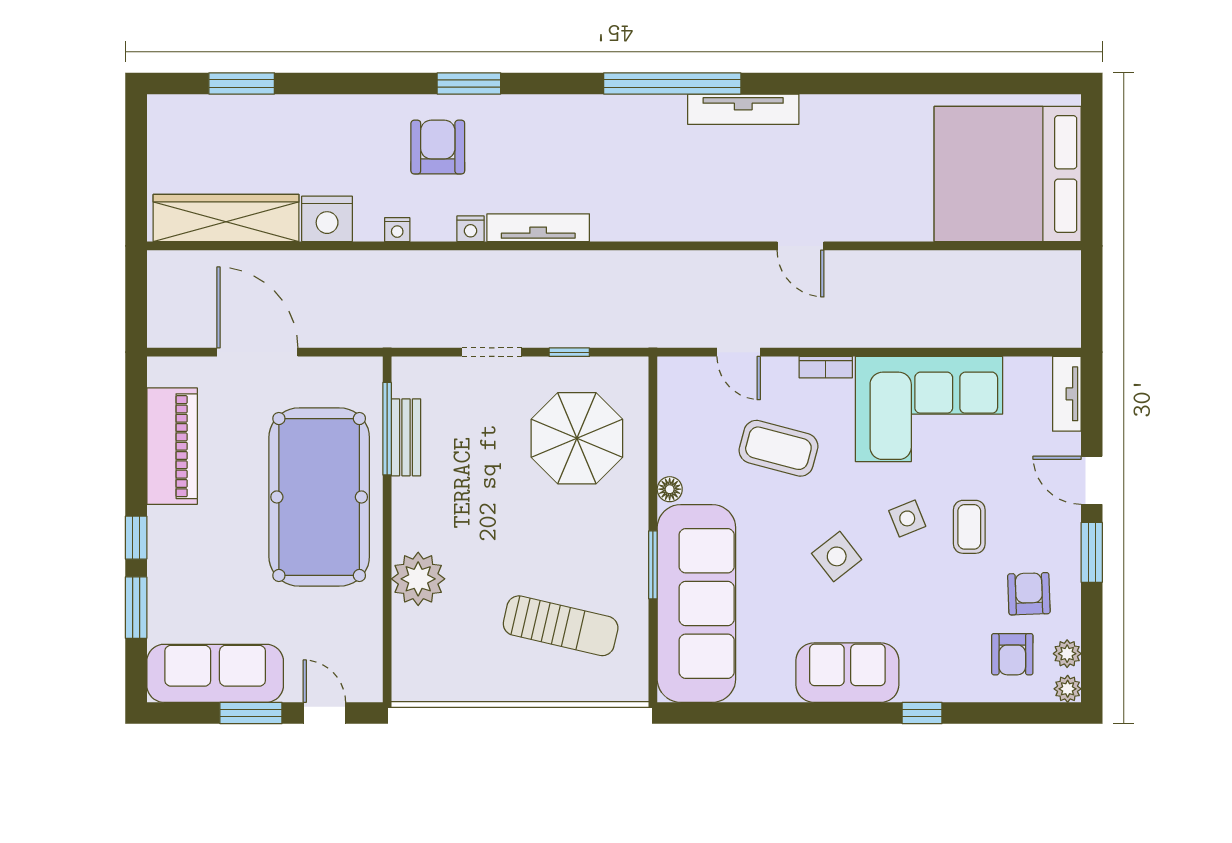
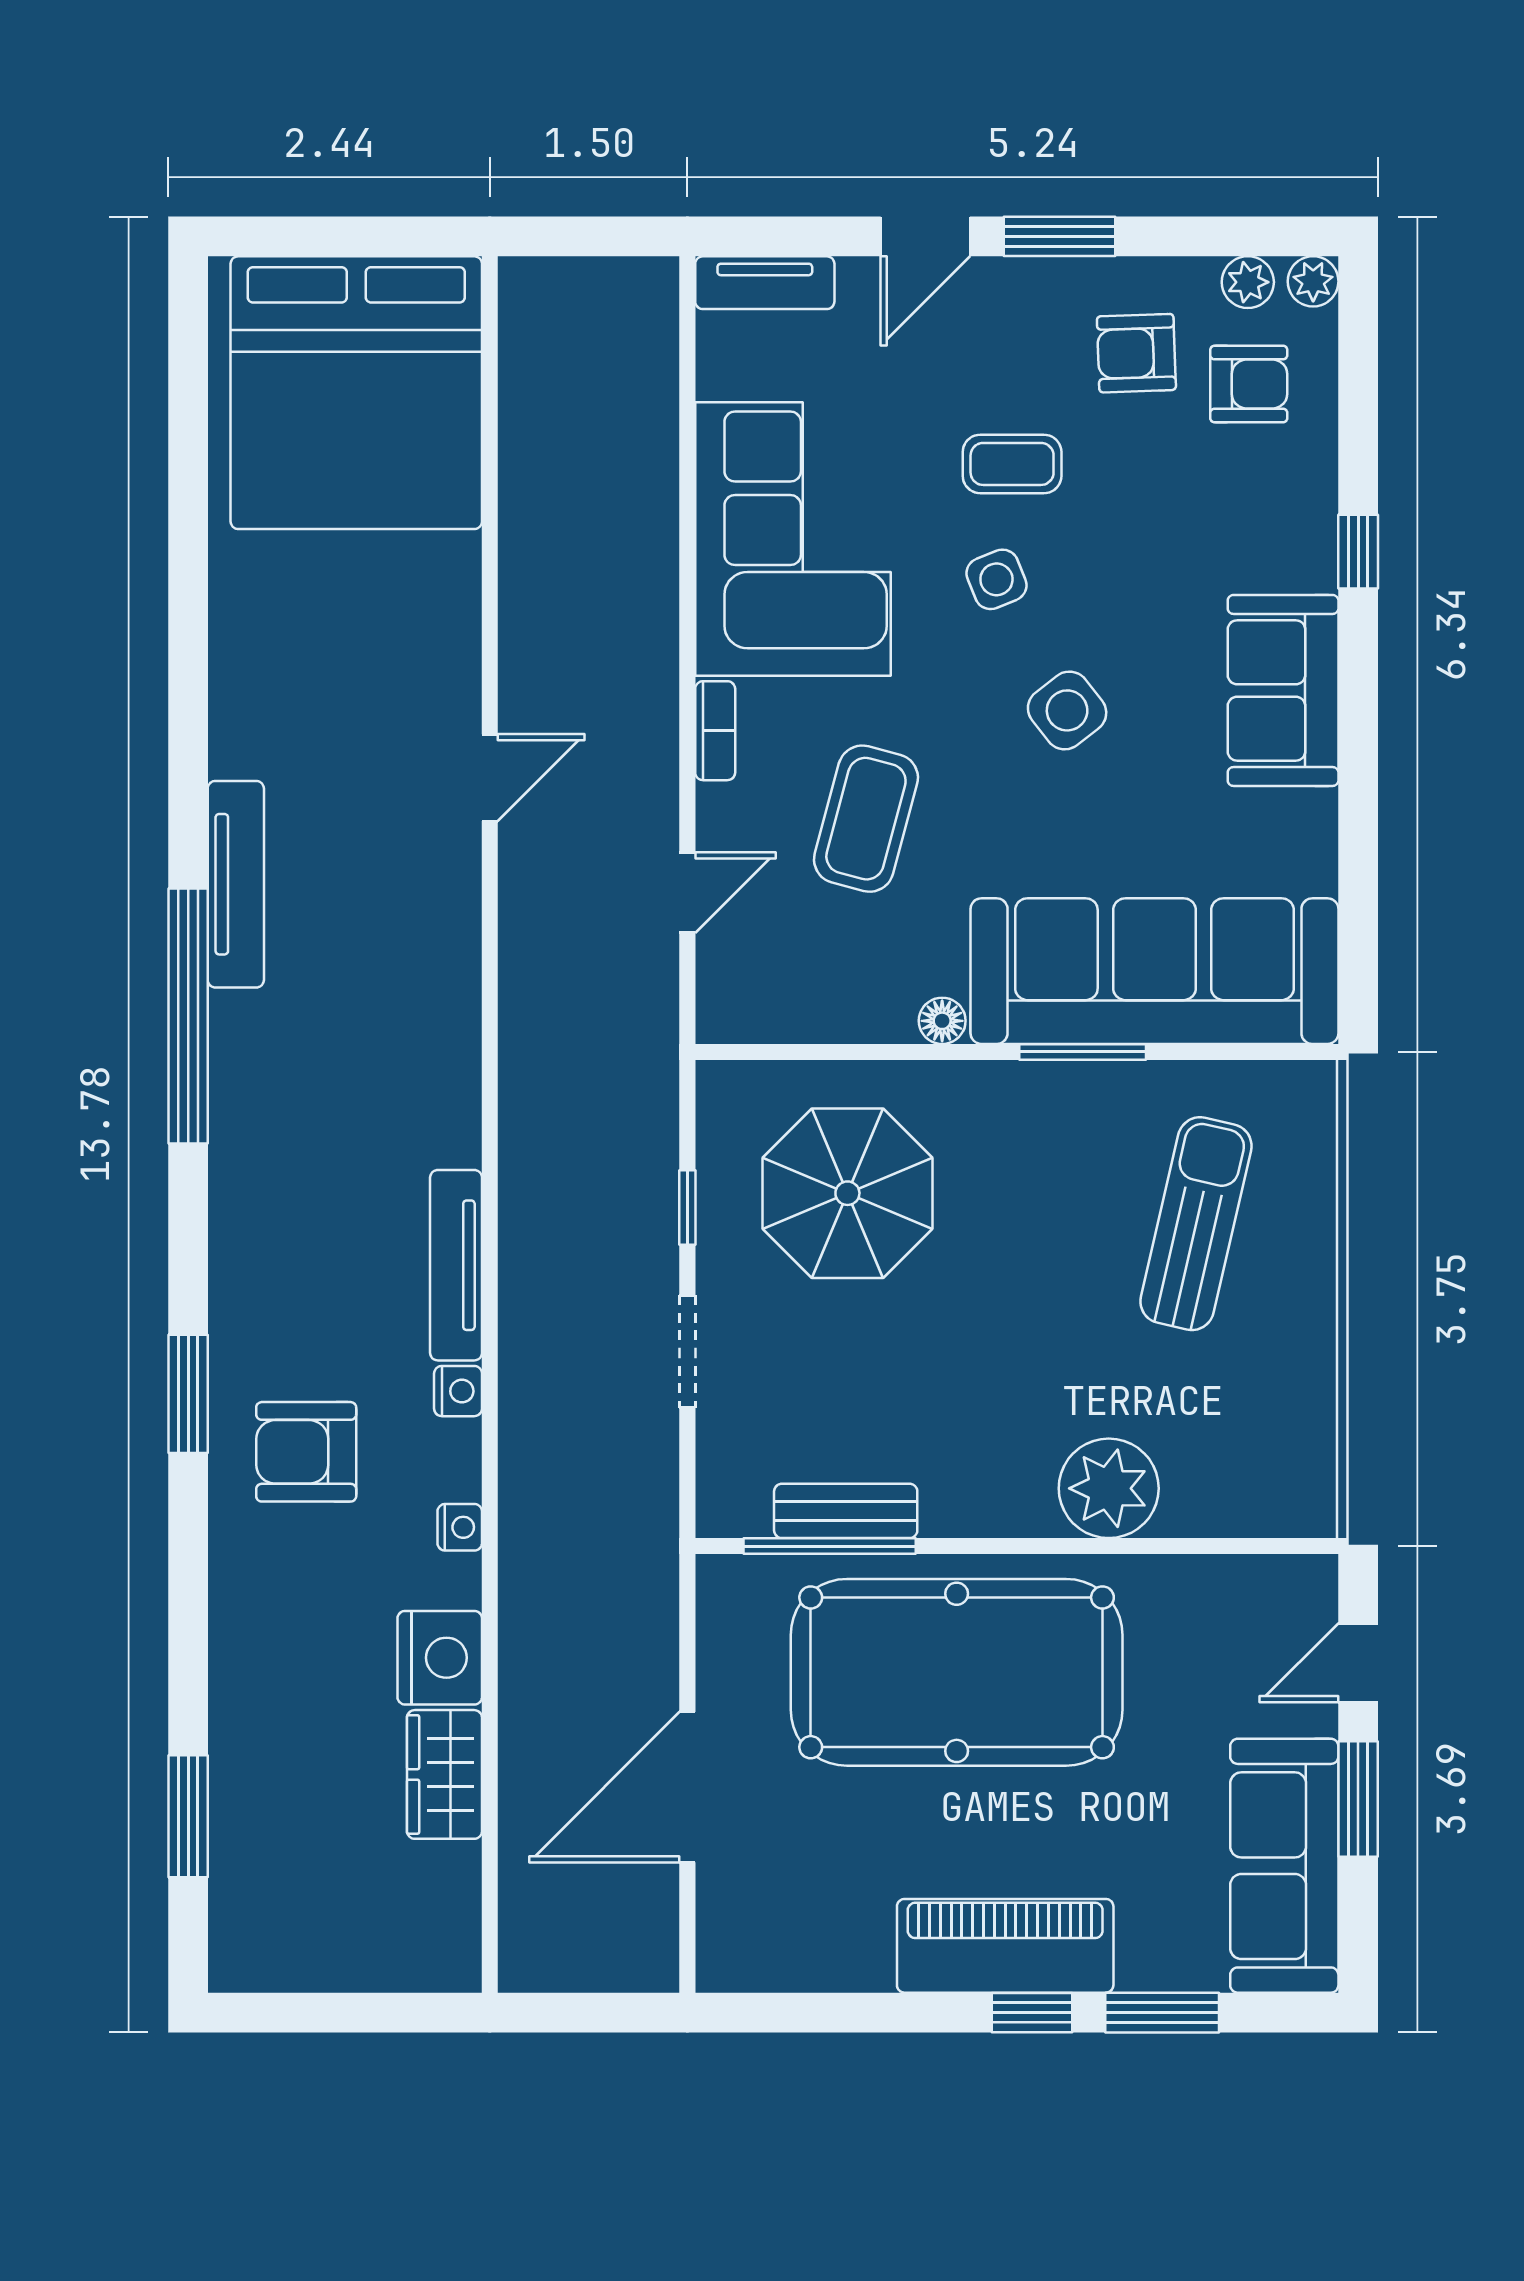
wardrobe: (226, 218) -> (444, 1774), width x0.48, depth x0.85
piano: (172, 446) -> (1005, 1946), moved

